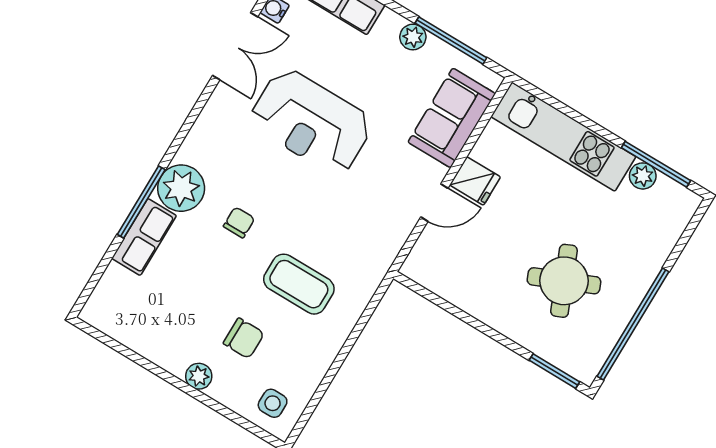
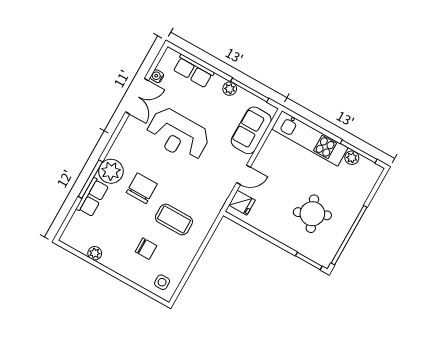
fridge: (475, 181) -> (242, 203), moved
chair: (239, 222) -> (142, 188), width x1.87, depth x1.87
plant: (199, 376) -> (95, 253), moved

